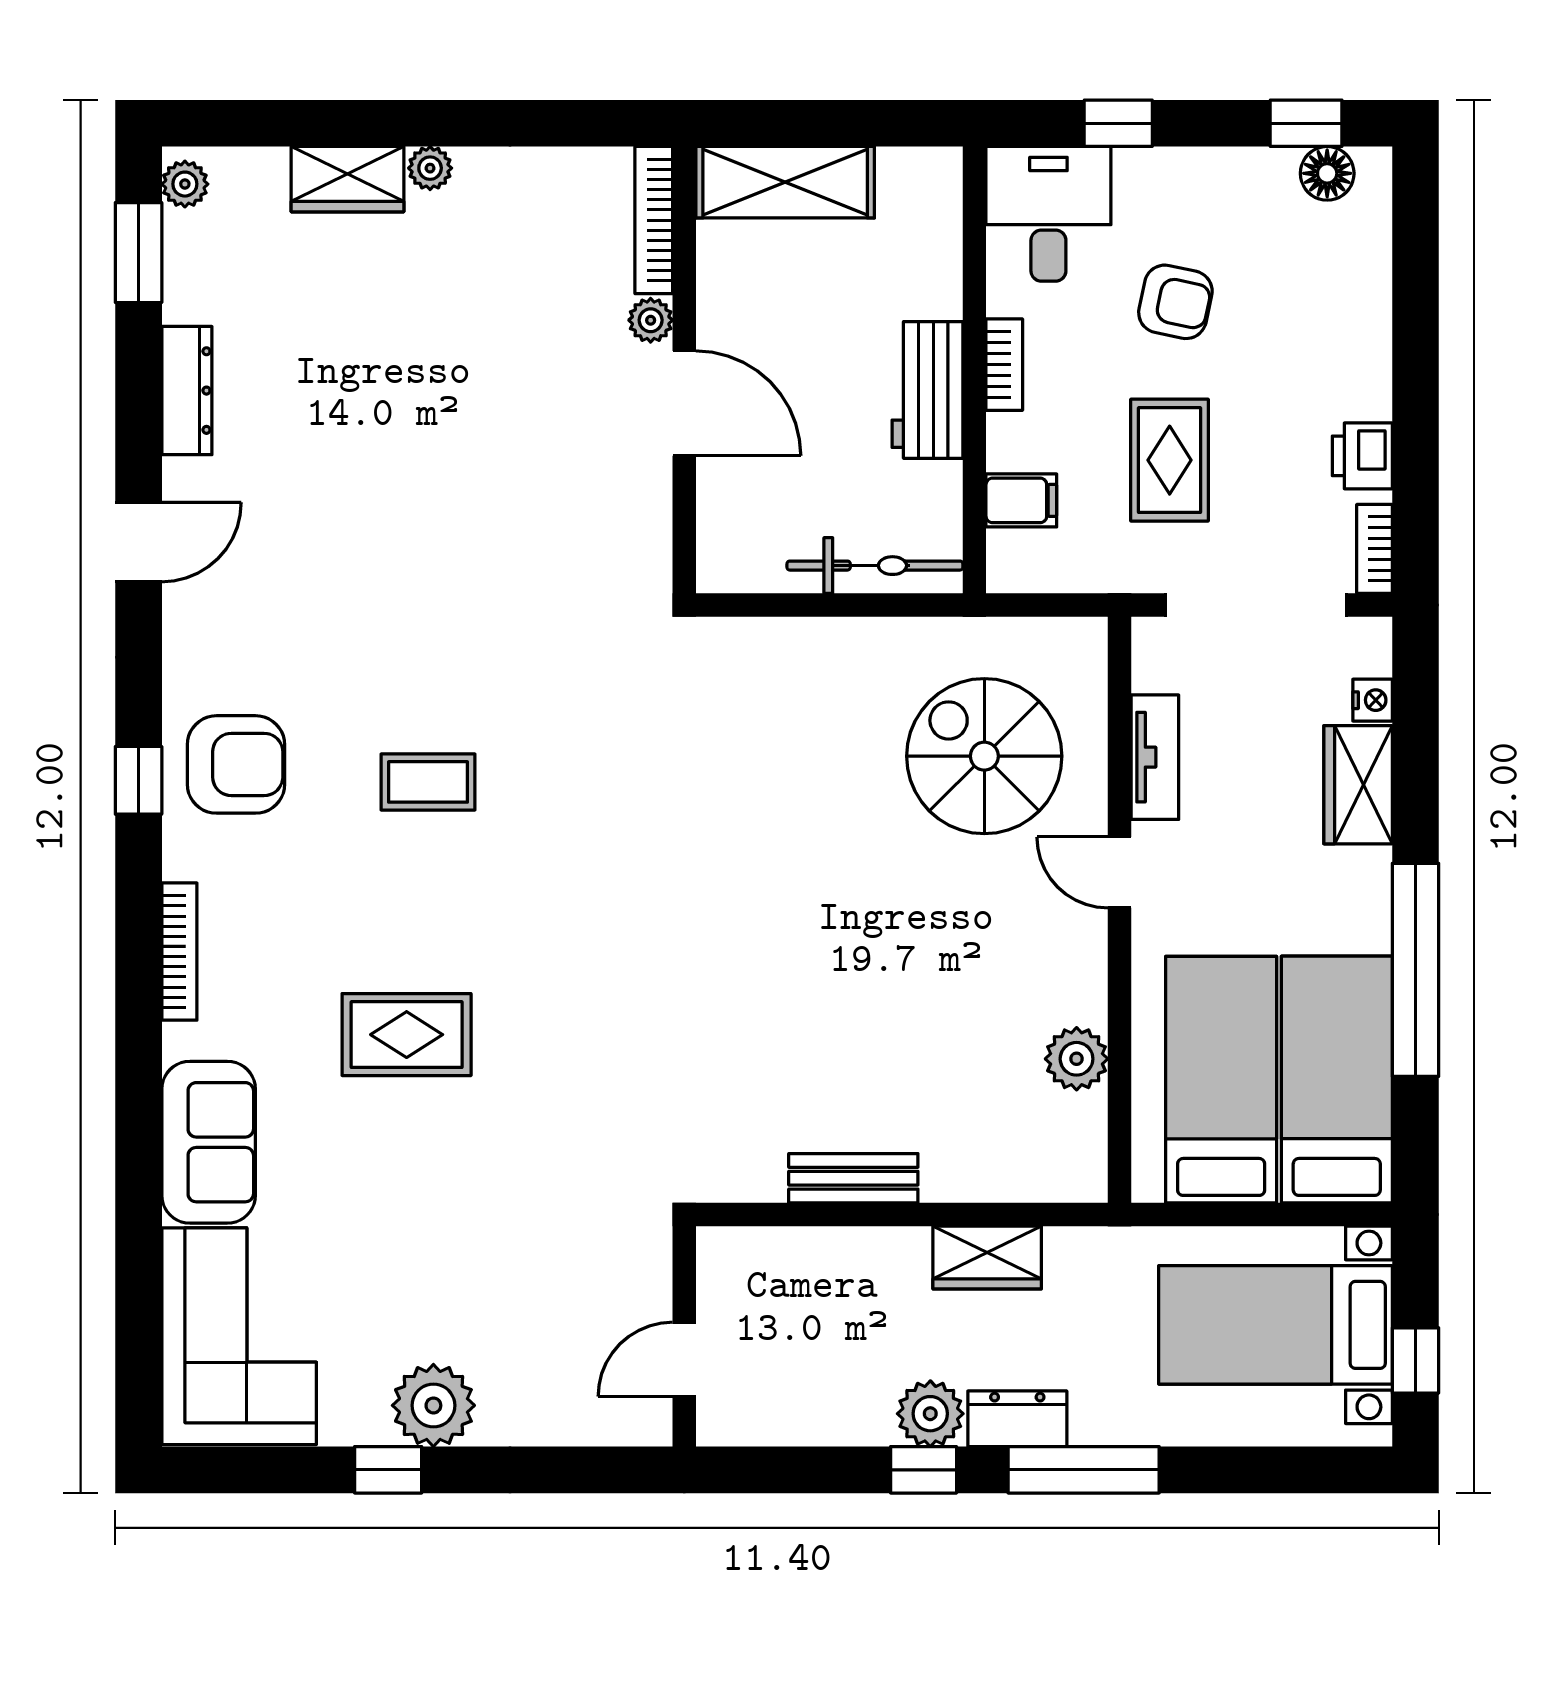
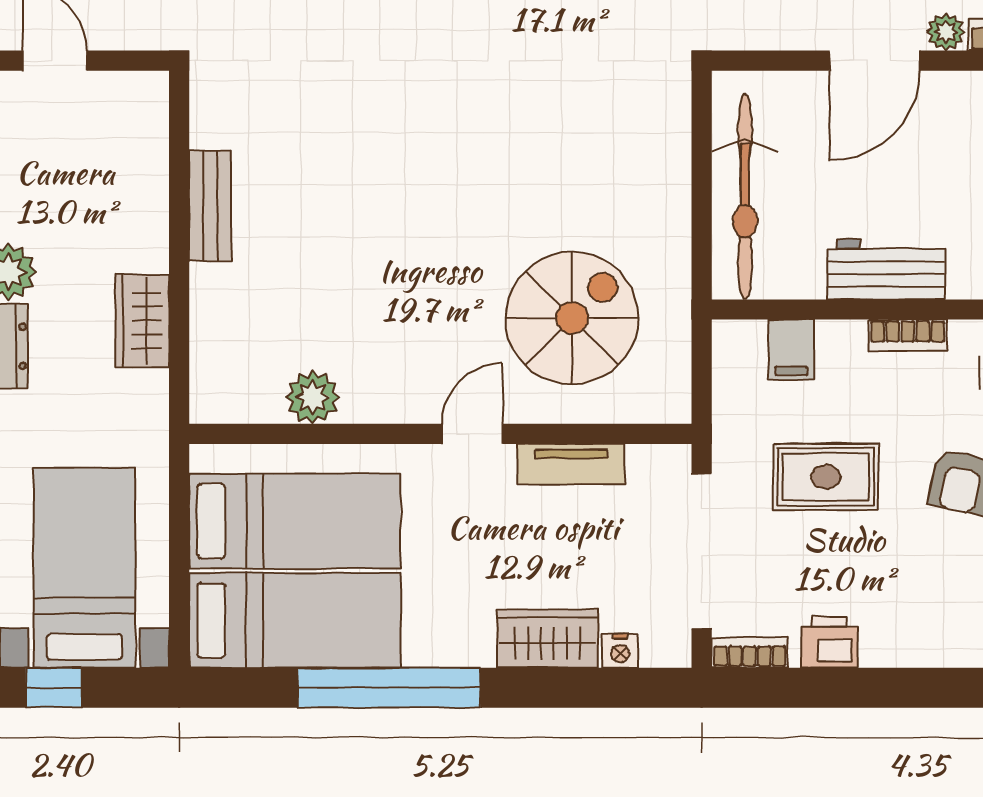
bicycle: (875, 566) -> (745, 197), width x1.37, depth x1.40

